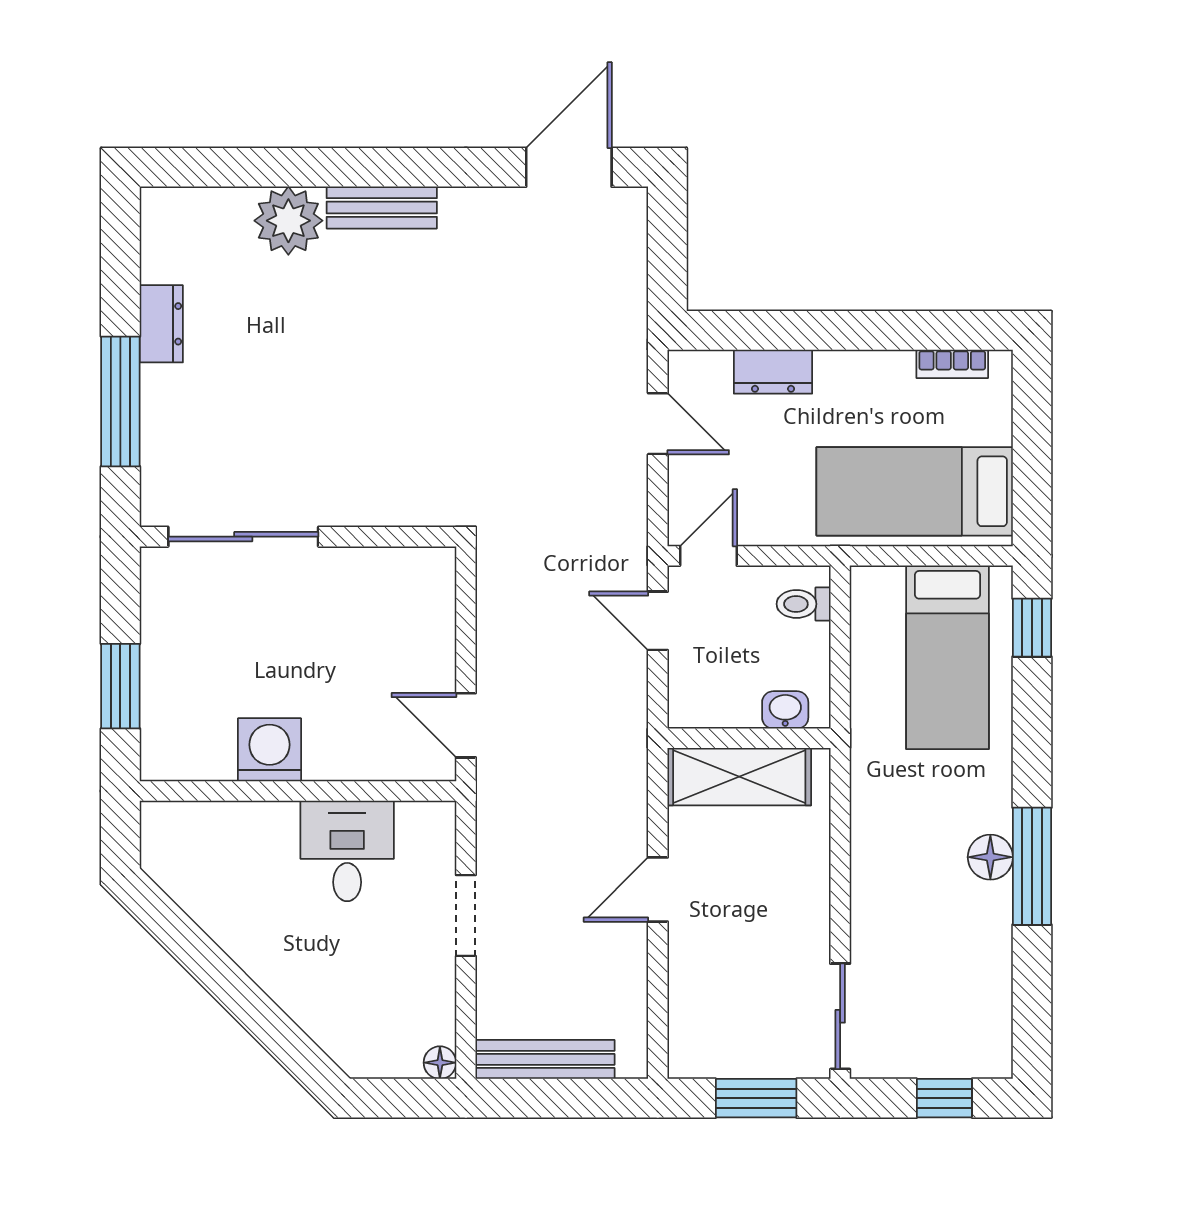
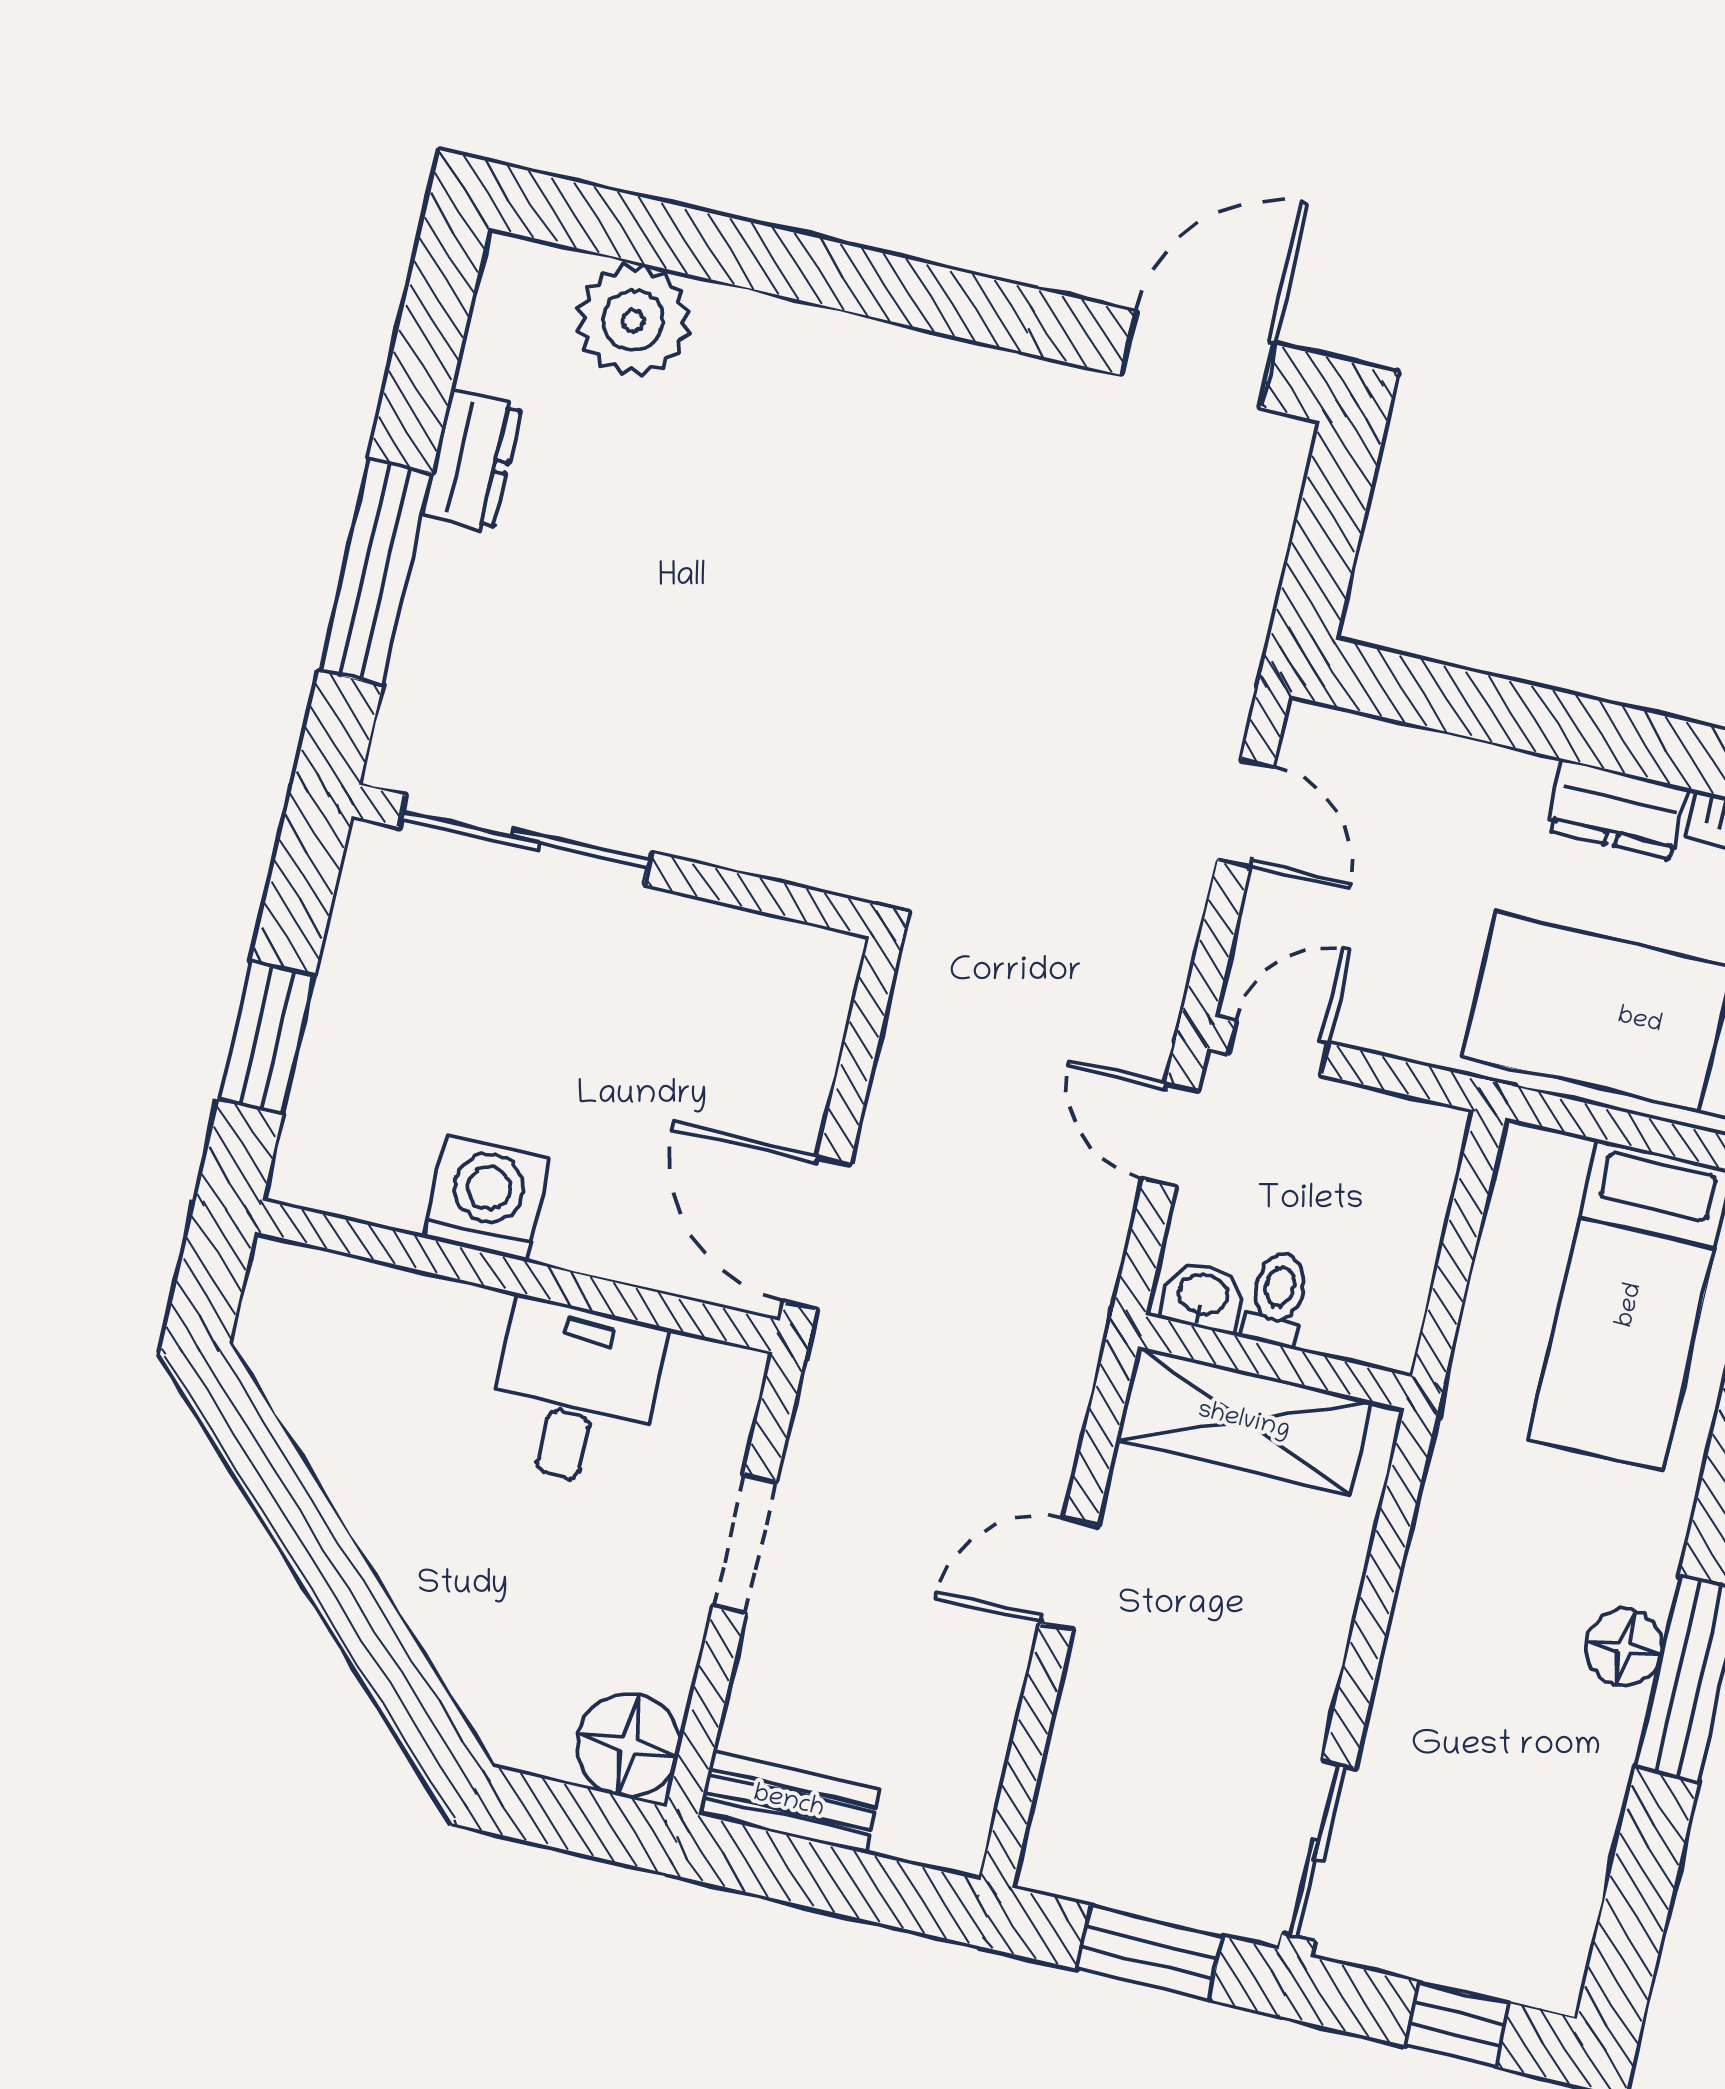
bench: (382, 208) -> (876, 354), removed
plant: (288, 221) -> (633, 320), moved
dresser: (773, 372) -> (1618, 810), moved
toilet: (804, 604) -> (1277, 1299), moved, turned 90
washbasin: (785, 710) -> (1203, 1296), moved
door: (466, 725) -> (817, 1233), width x1.38
bench: (545, 1059) -> (789, 1802), width x0.73
floor lamp: (440, 1063) -> (628, 1745), width x1.89, depth x1.89

